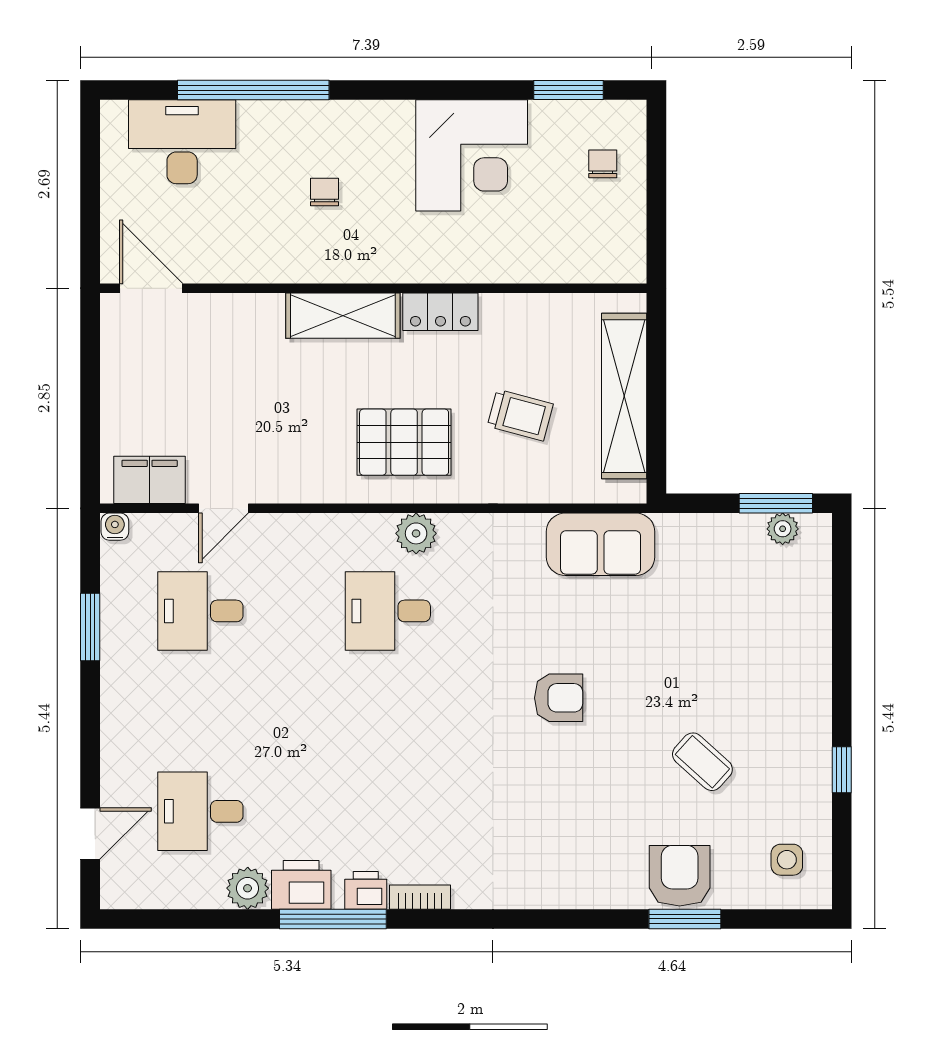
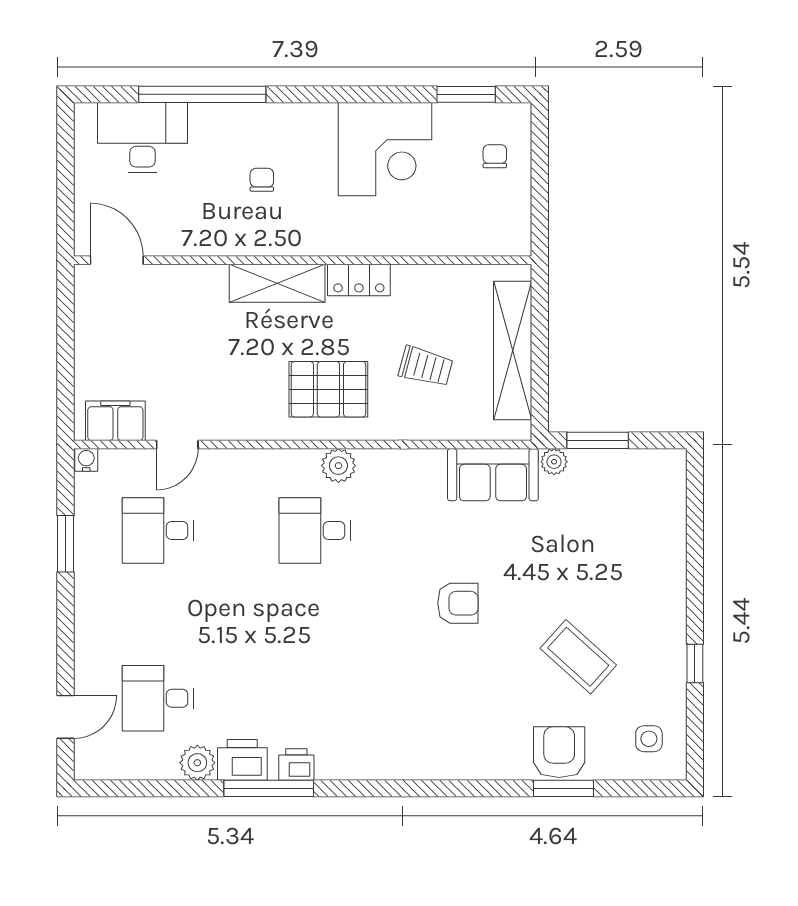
window: (776, 503) -> (598, 440), moved
plant: (783, 529) -> (554, 462), moved
coffee table: (702, 762) -> (578, 657), width x1.36, depth x1.30
bookcase: (420, 897) -> (342, 770), removed

